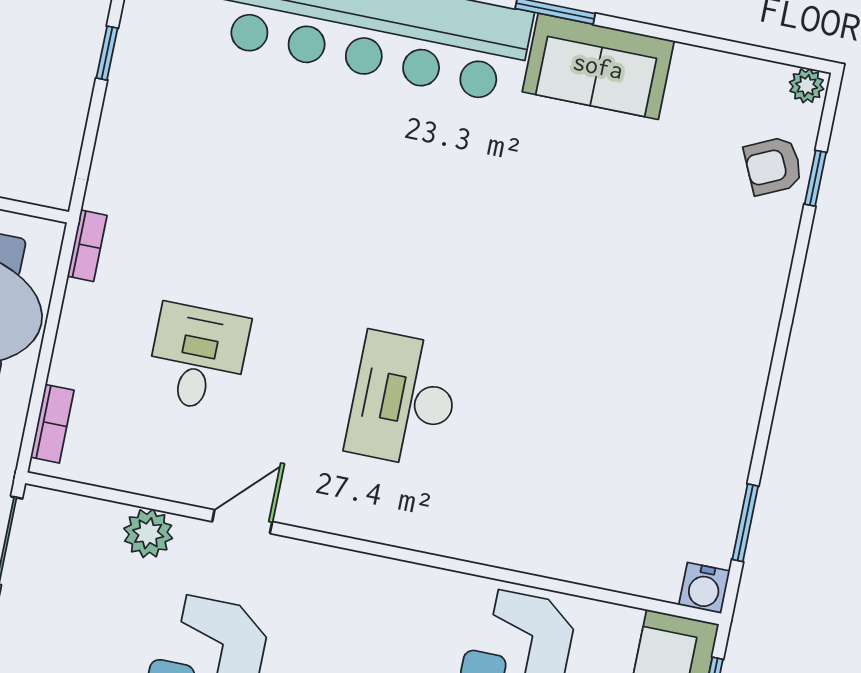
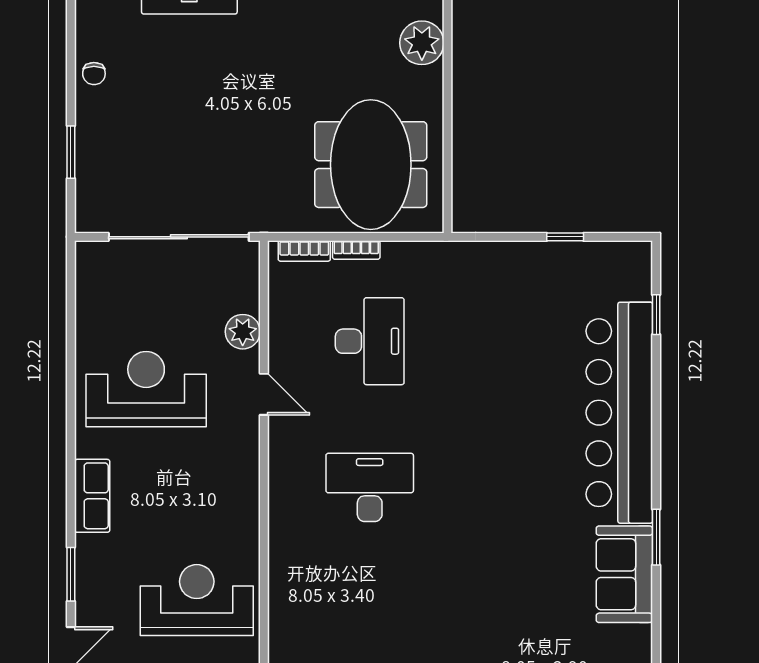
bookcase: (87, 246) -> (356, 250), moved
desk: (198, 358) -> (370, 341), width x1.37

